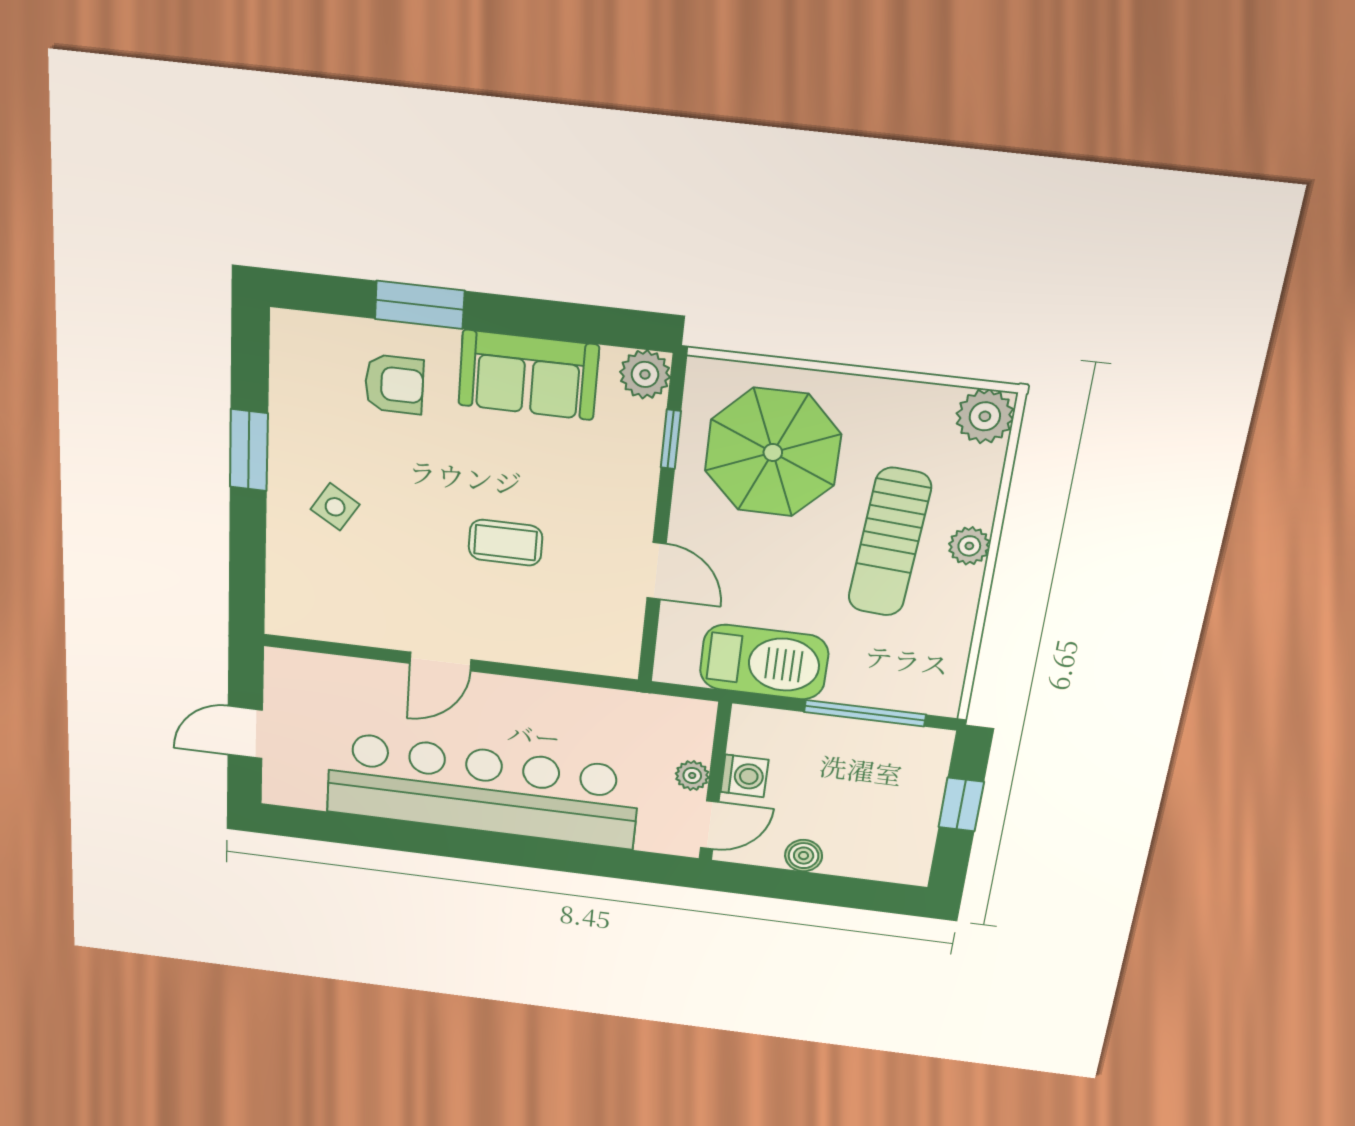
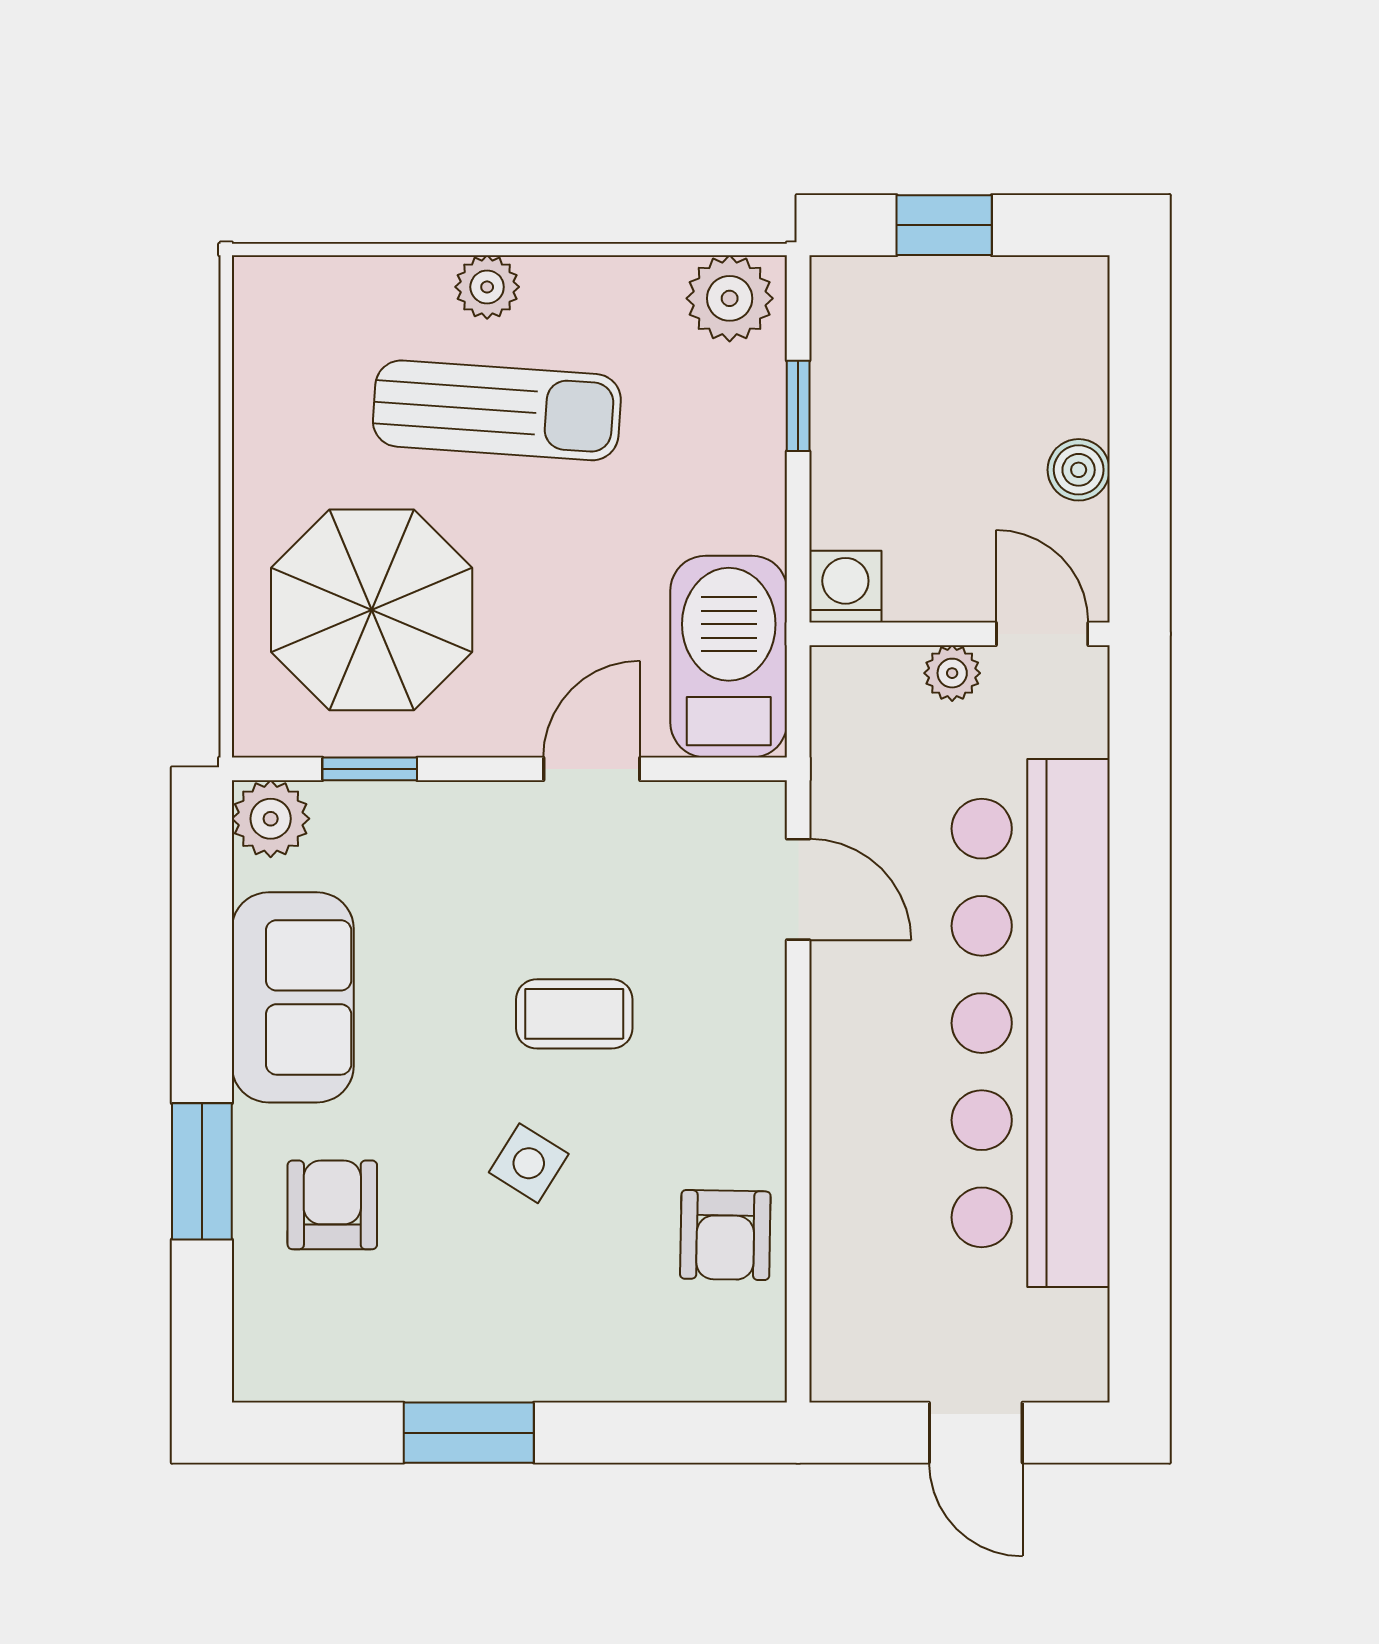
plant: (985, 416) -> (730, 298), moved
side table: (335, 507) -> (529, 1163), moved
coffee table: (506, 543) -> (574, 1014), turned 90
armchair: (366, 612) -> (725, 1235), added
door: (440, 661) -> (798, 889), moved
barbecue: (764, 662) -> (729, 657), moved
window: (865, 713) -> (798, 406), width x0.46
washing machine: (744, 776) -> (845, 587), moved

